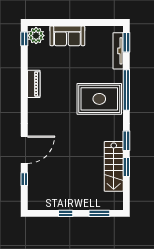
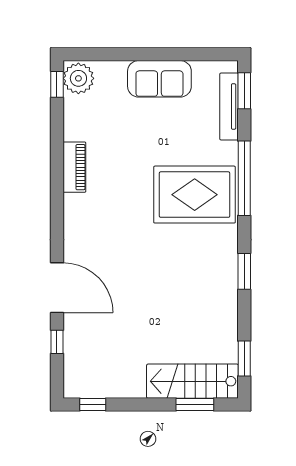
sofa: (67, 36) -> (159, 79), moved
door: (24, 150) -> (57, 288), hinge flipped
stairs: (114, 166) -> (192, 381), moved, turned 90
window: (126, 167) -> (244, 359), moved
window: (66, 213) -> (93, 405), moved

